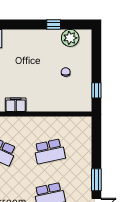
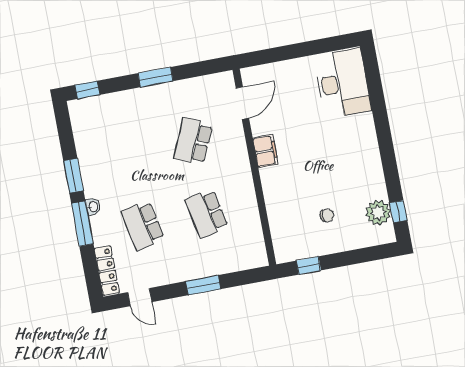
window: (54, 25) -> (398, 212), moved
window: (96, 180) -> (203, 285), moved

